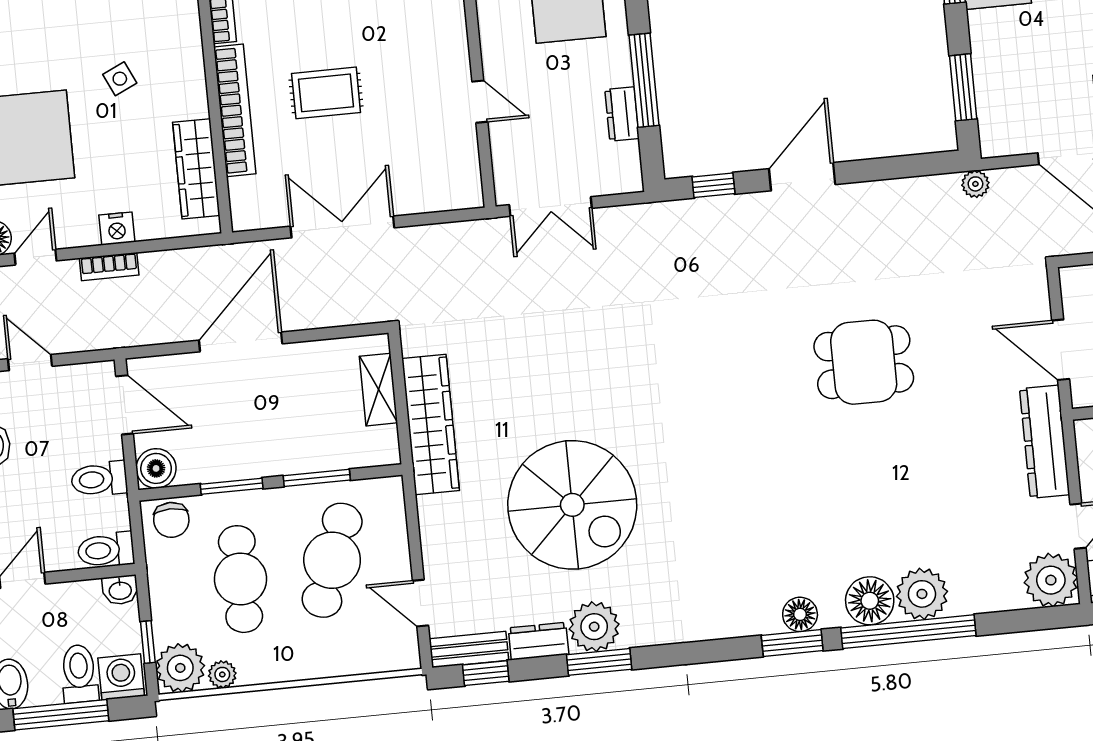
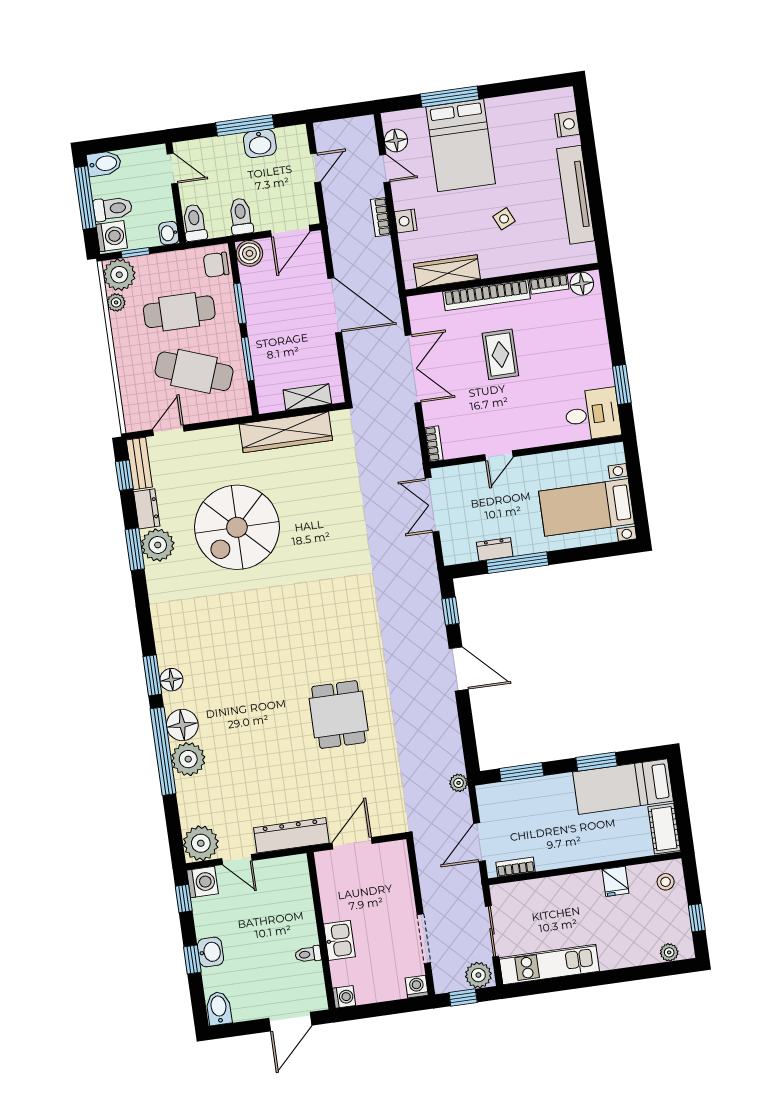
bookcase: (458, 200) -> (434, 444), added

